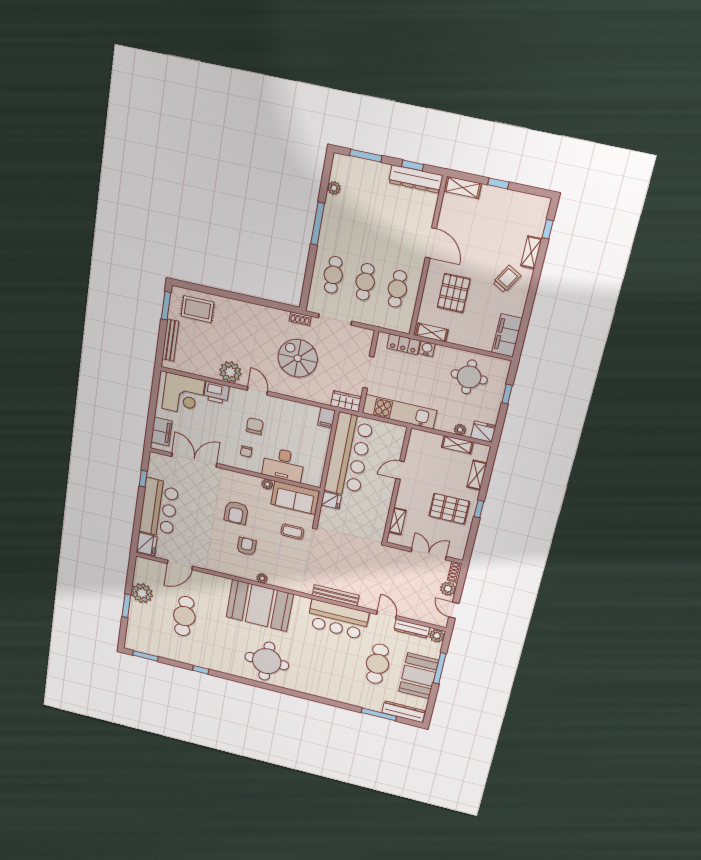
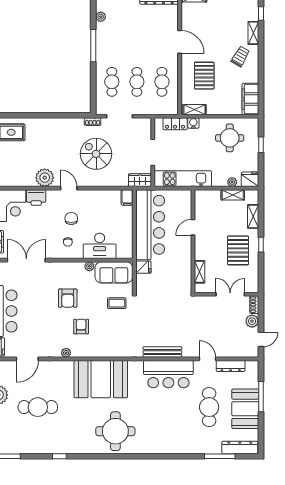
pallet: (449, 509) -> (238, 250), turned 90
plant: (262, 578) -> (66, 353), moved
door: (454, 610) -> (261, 339), swing flipped
cafe table: (184, 616) -> (38, 407), turned 90
plant: (437, 636) -> (252, 367), removed

